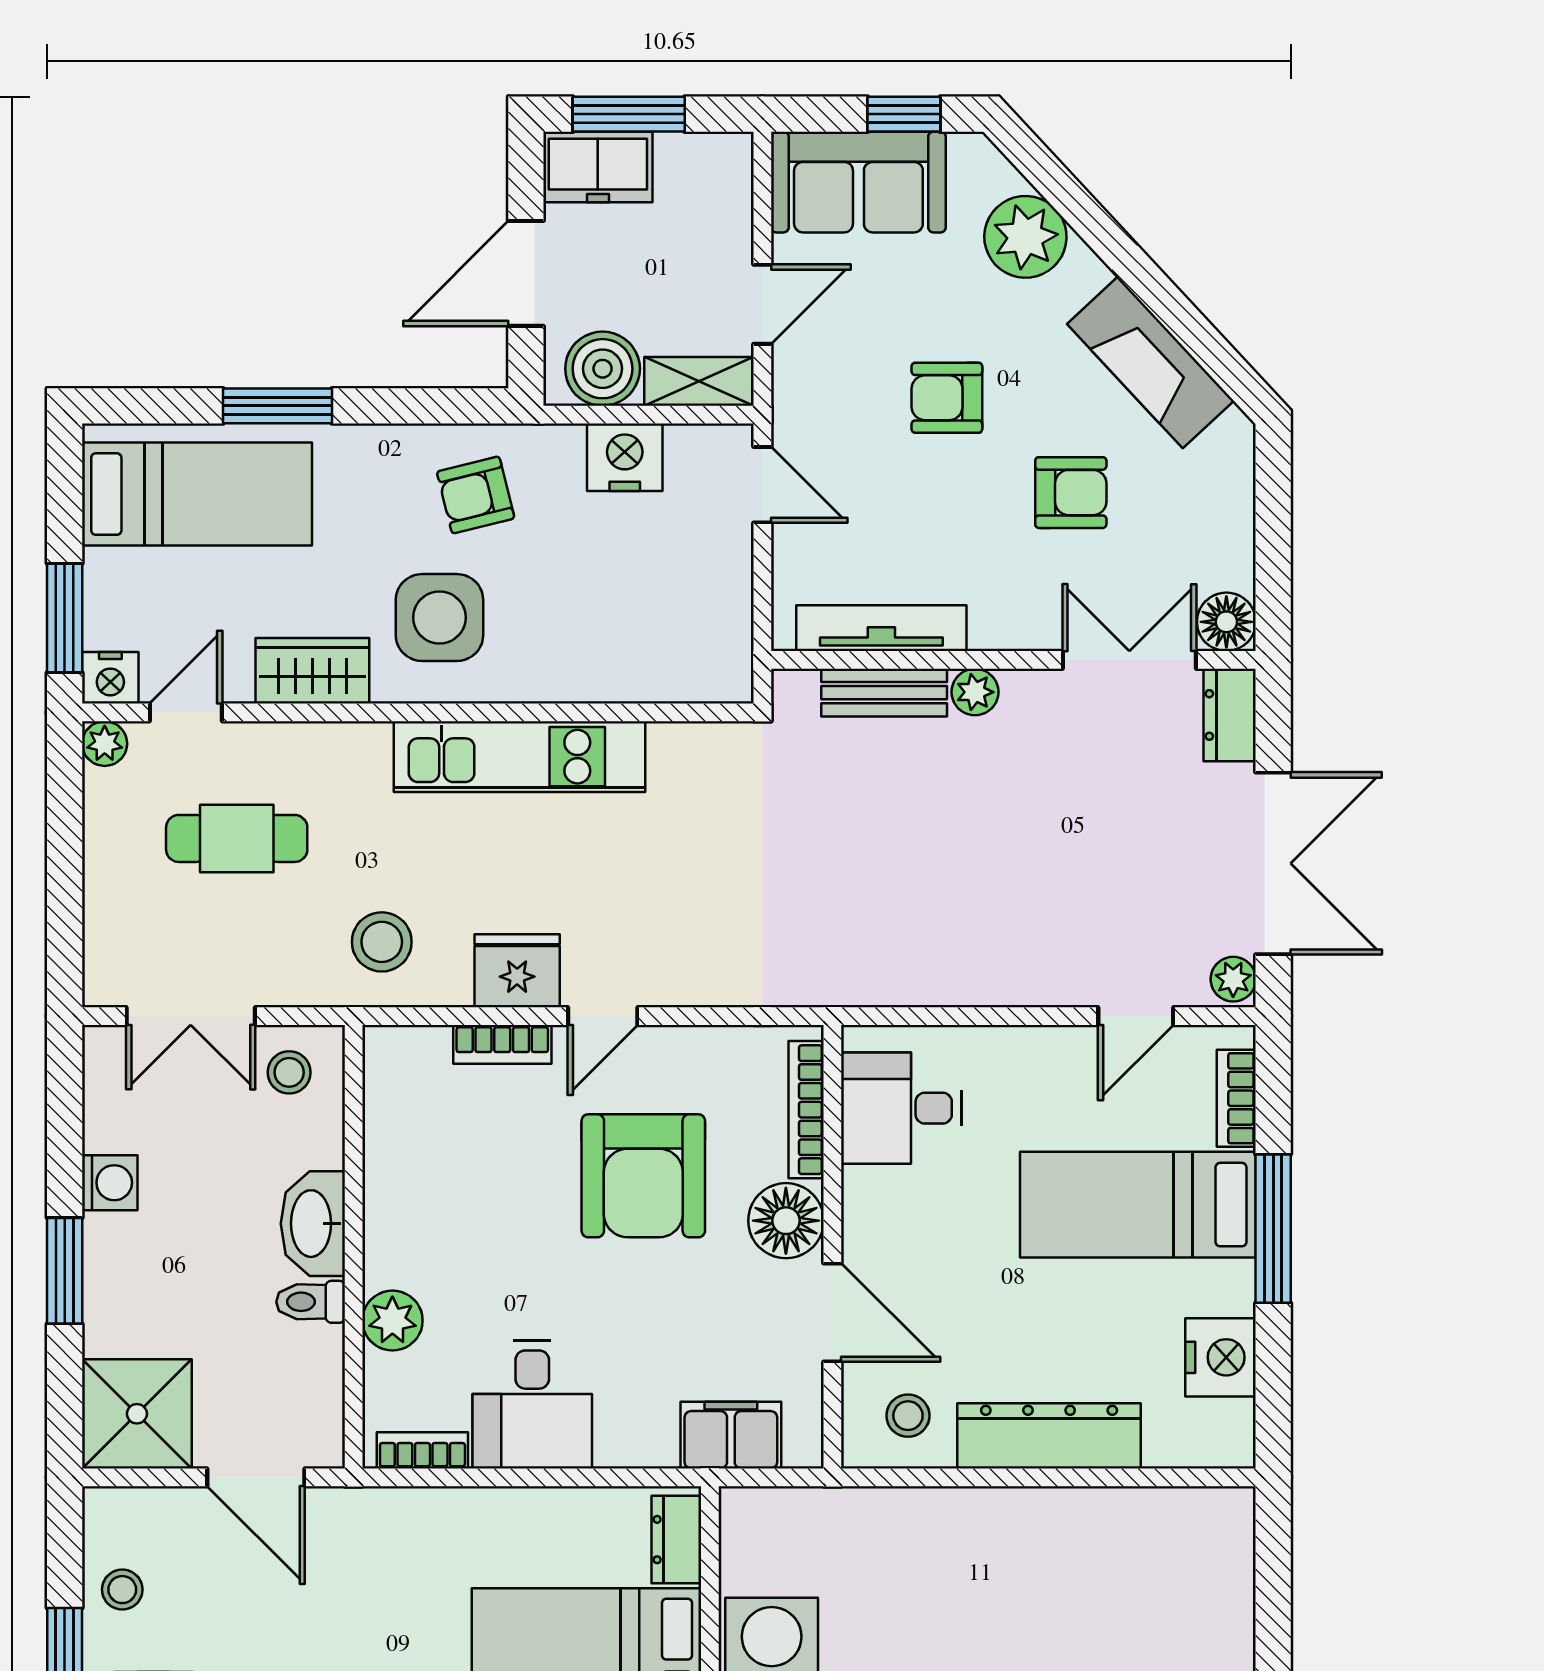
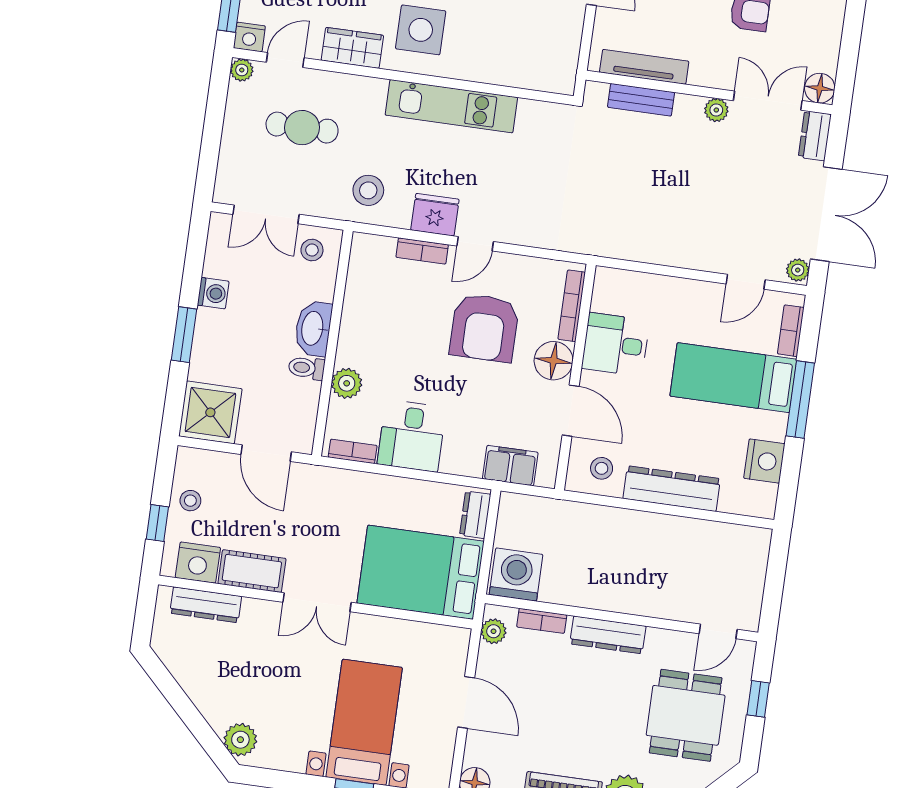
plant: (975, 692) -> (716, 110), moved
desk: (901, 1108) -> (616, 344), moved

